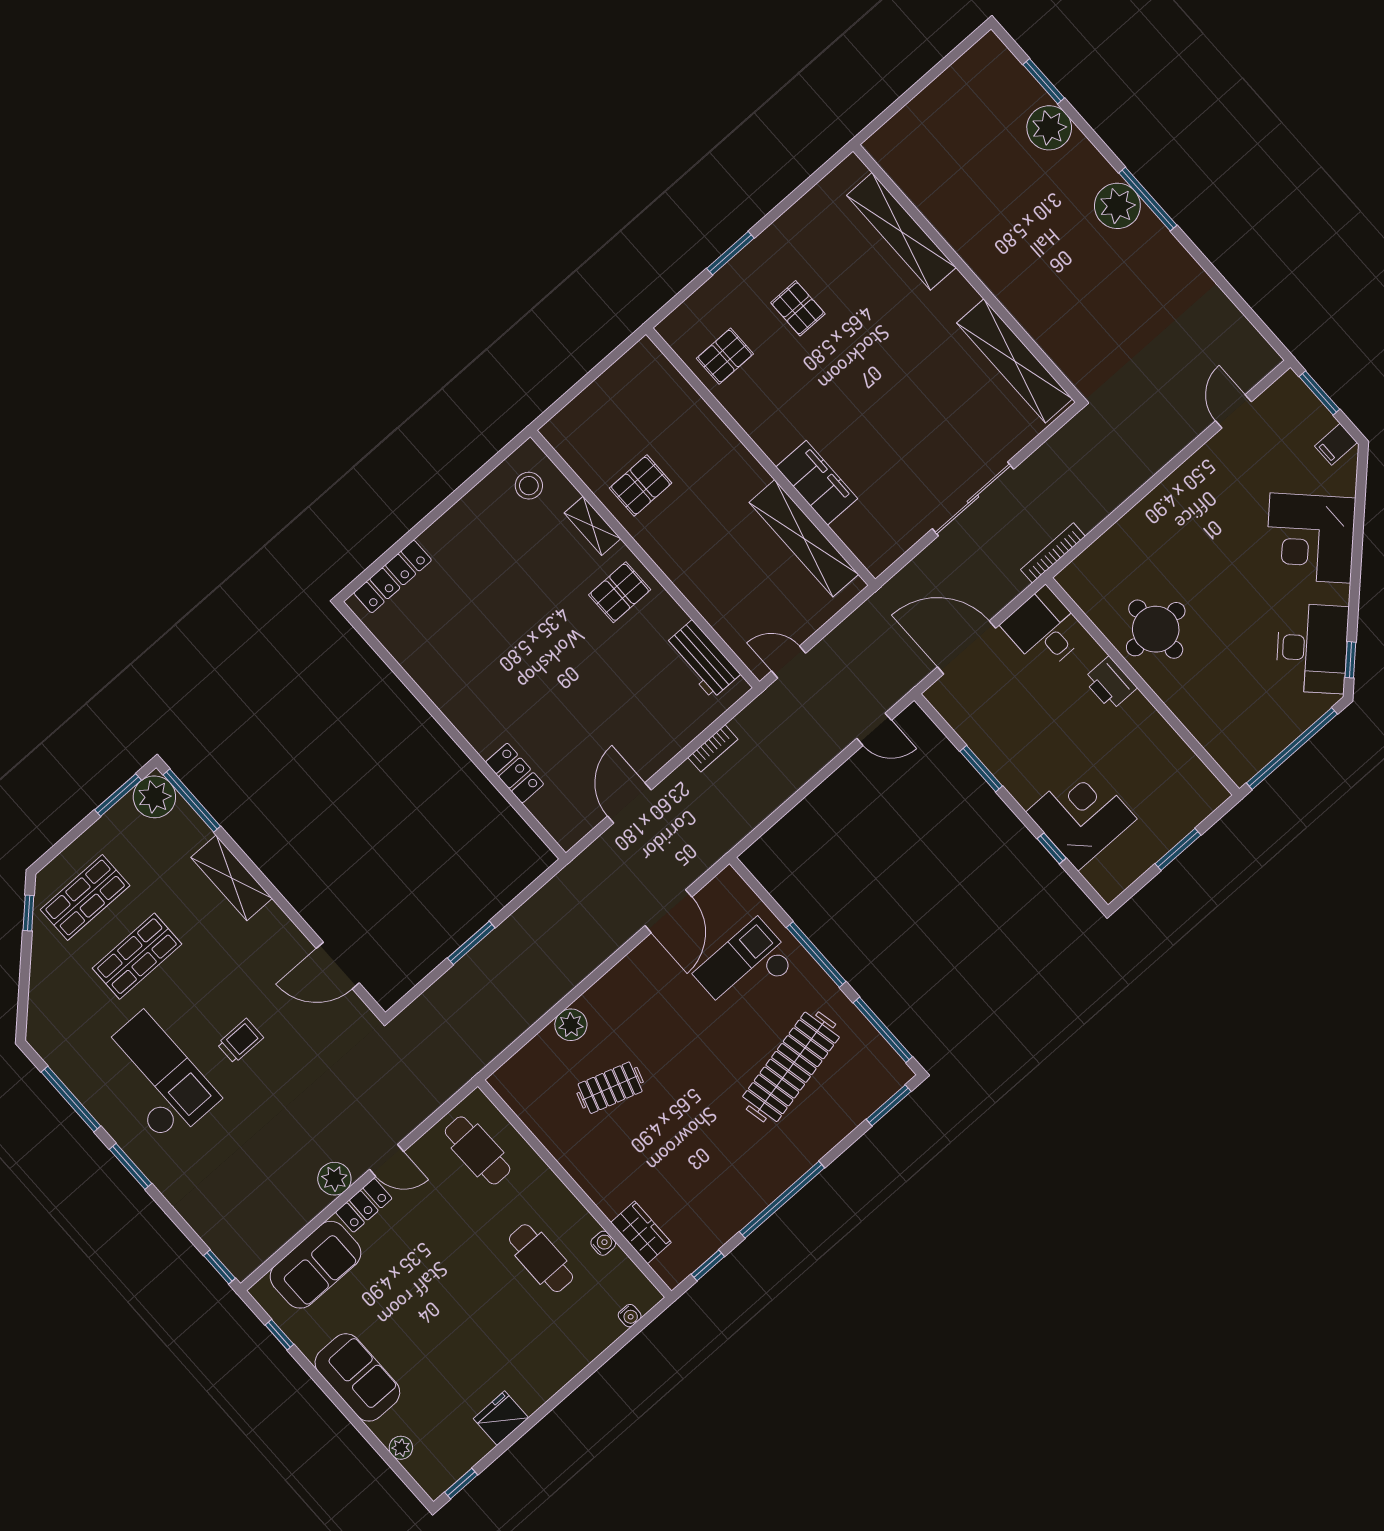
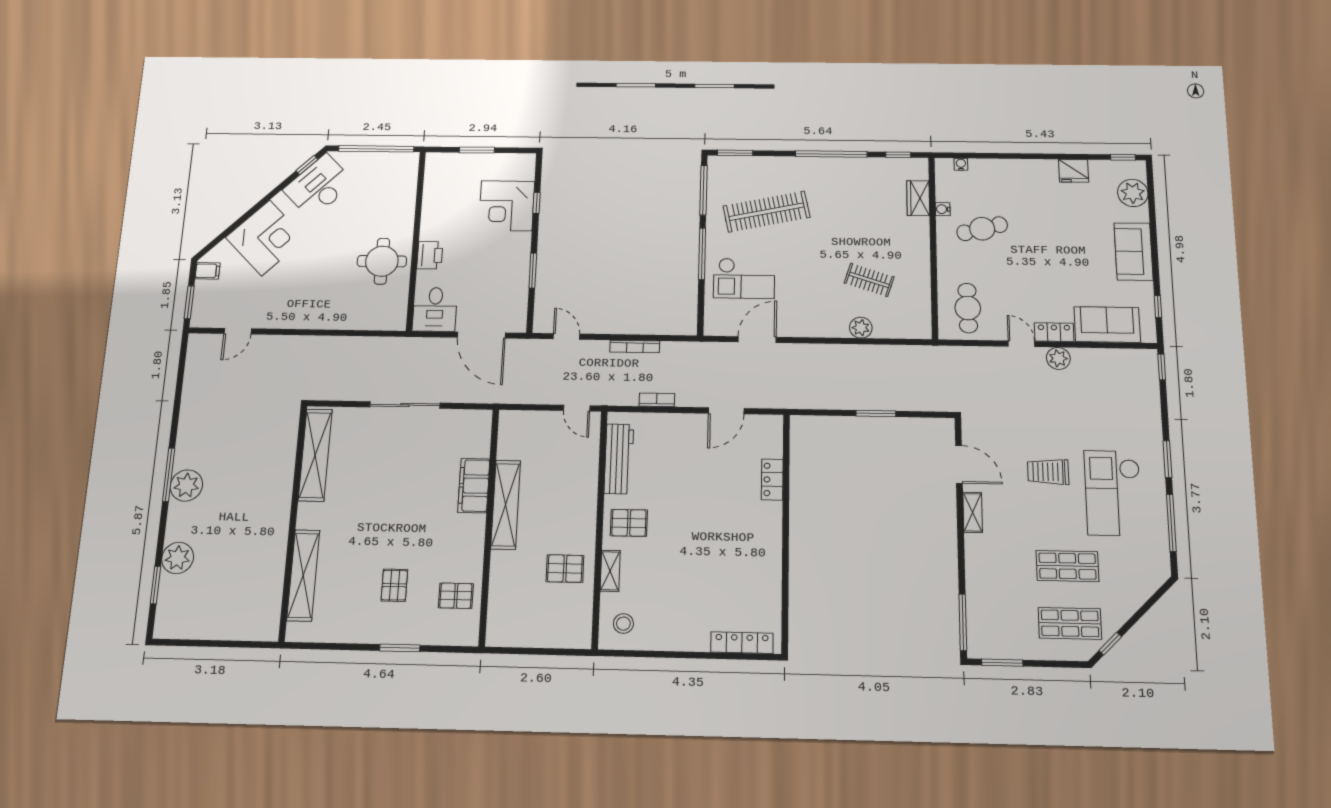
shelving: (804, 538) -> (506, 505), moved
bookcase: (1053, 553) -> (635, 346), moved
workbench: (702, 659) -> (619, 459), width x1.37
plant: (154, 797) -> (982, 643), removed
shelving: (232, 878) -> (973, 512), moved, width x0.67, depth x0.75
trolley: (240, 1041) -> (1048, 472), width x1.36, depth x1.39
cafe table: (541, 1258) -> (982, 229), turned 75
plant: (401, 1448) -> (1133, 193), width x1.88, depth x1.88

